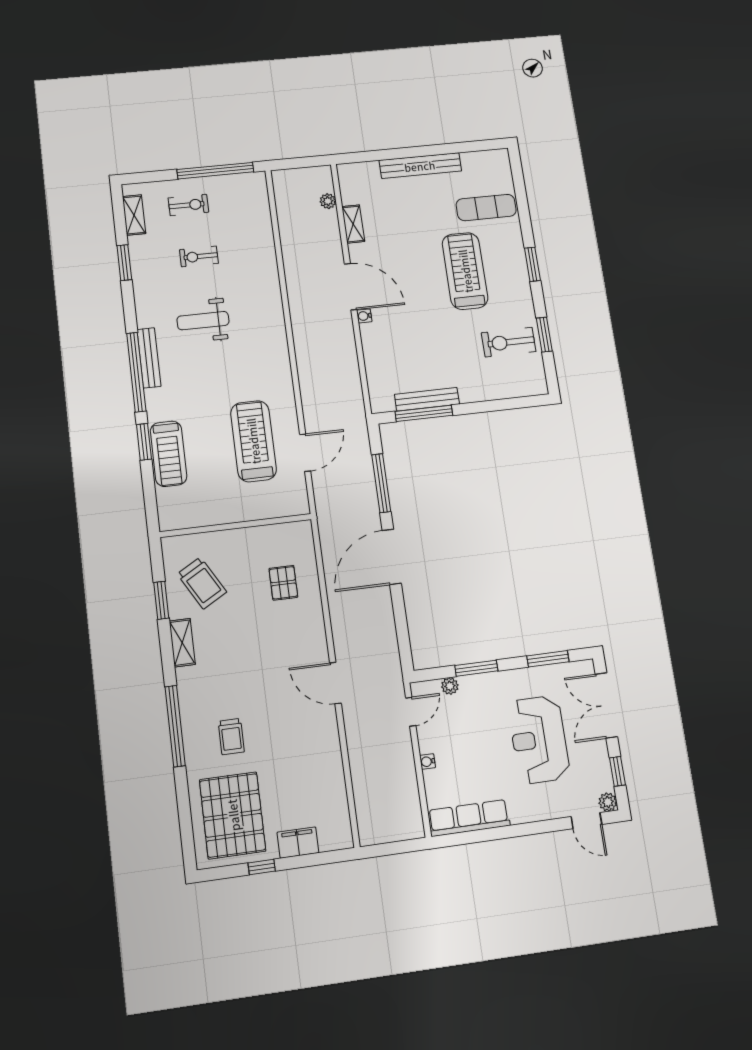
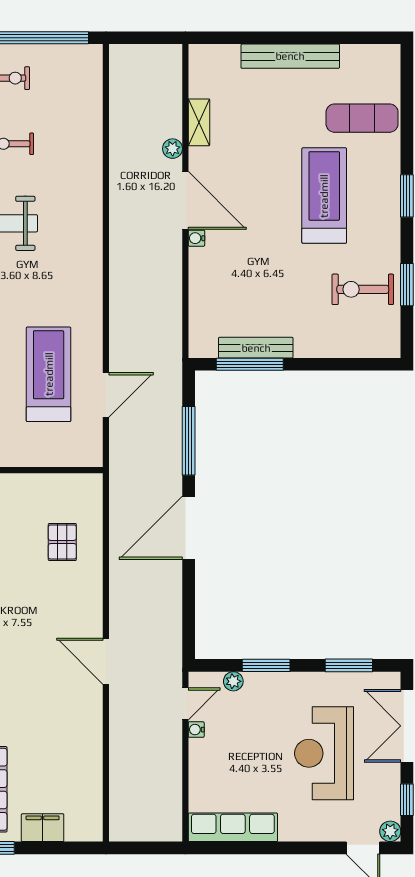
plant: (328, 201) -> (173, 149), moved
water cooler: (428, 762) -> (196, 730), moved

